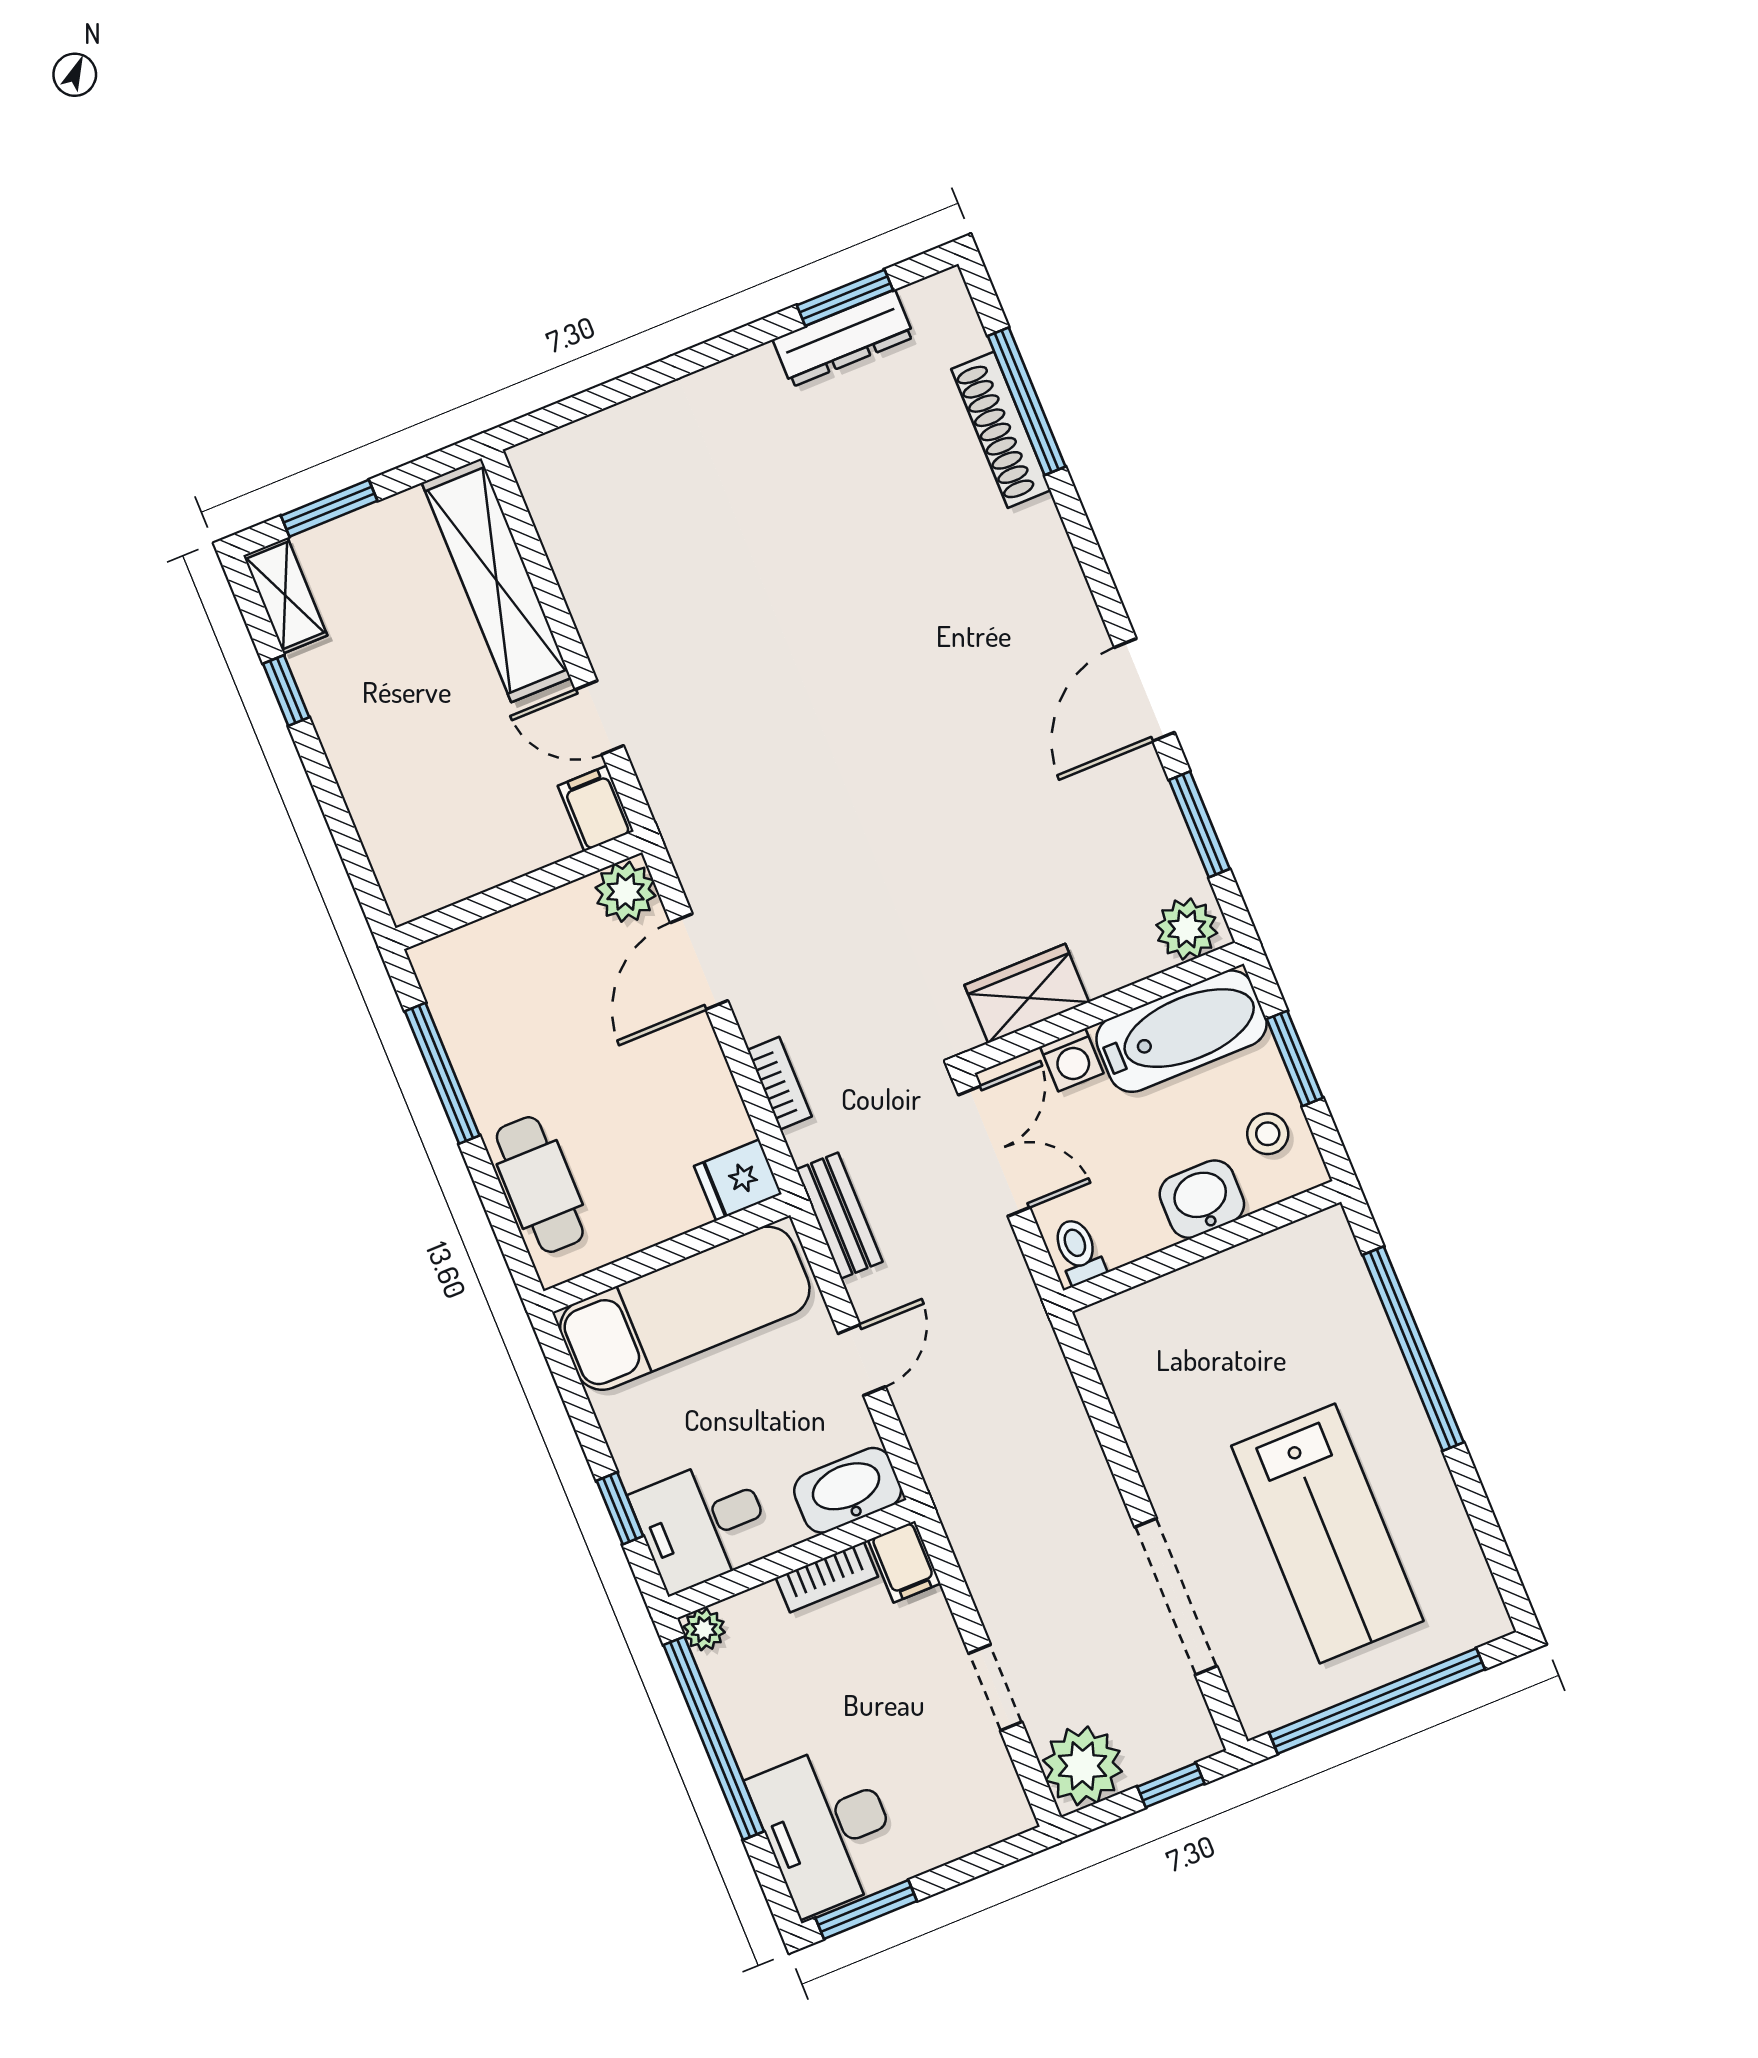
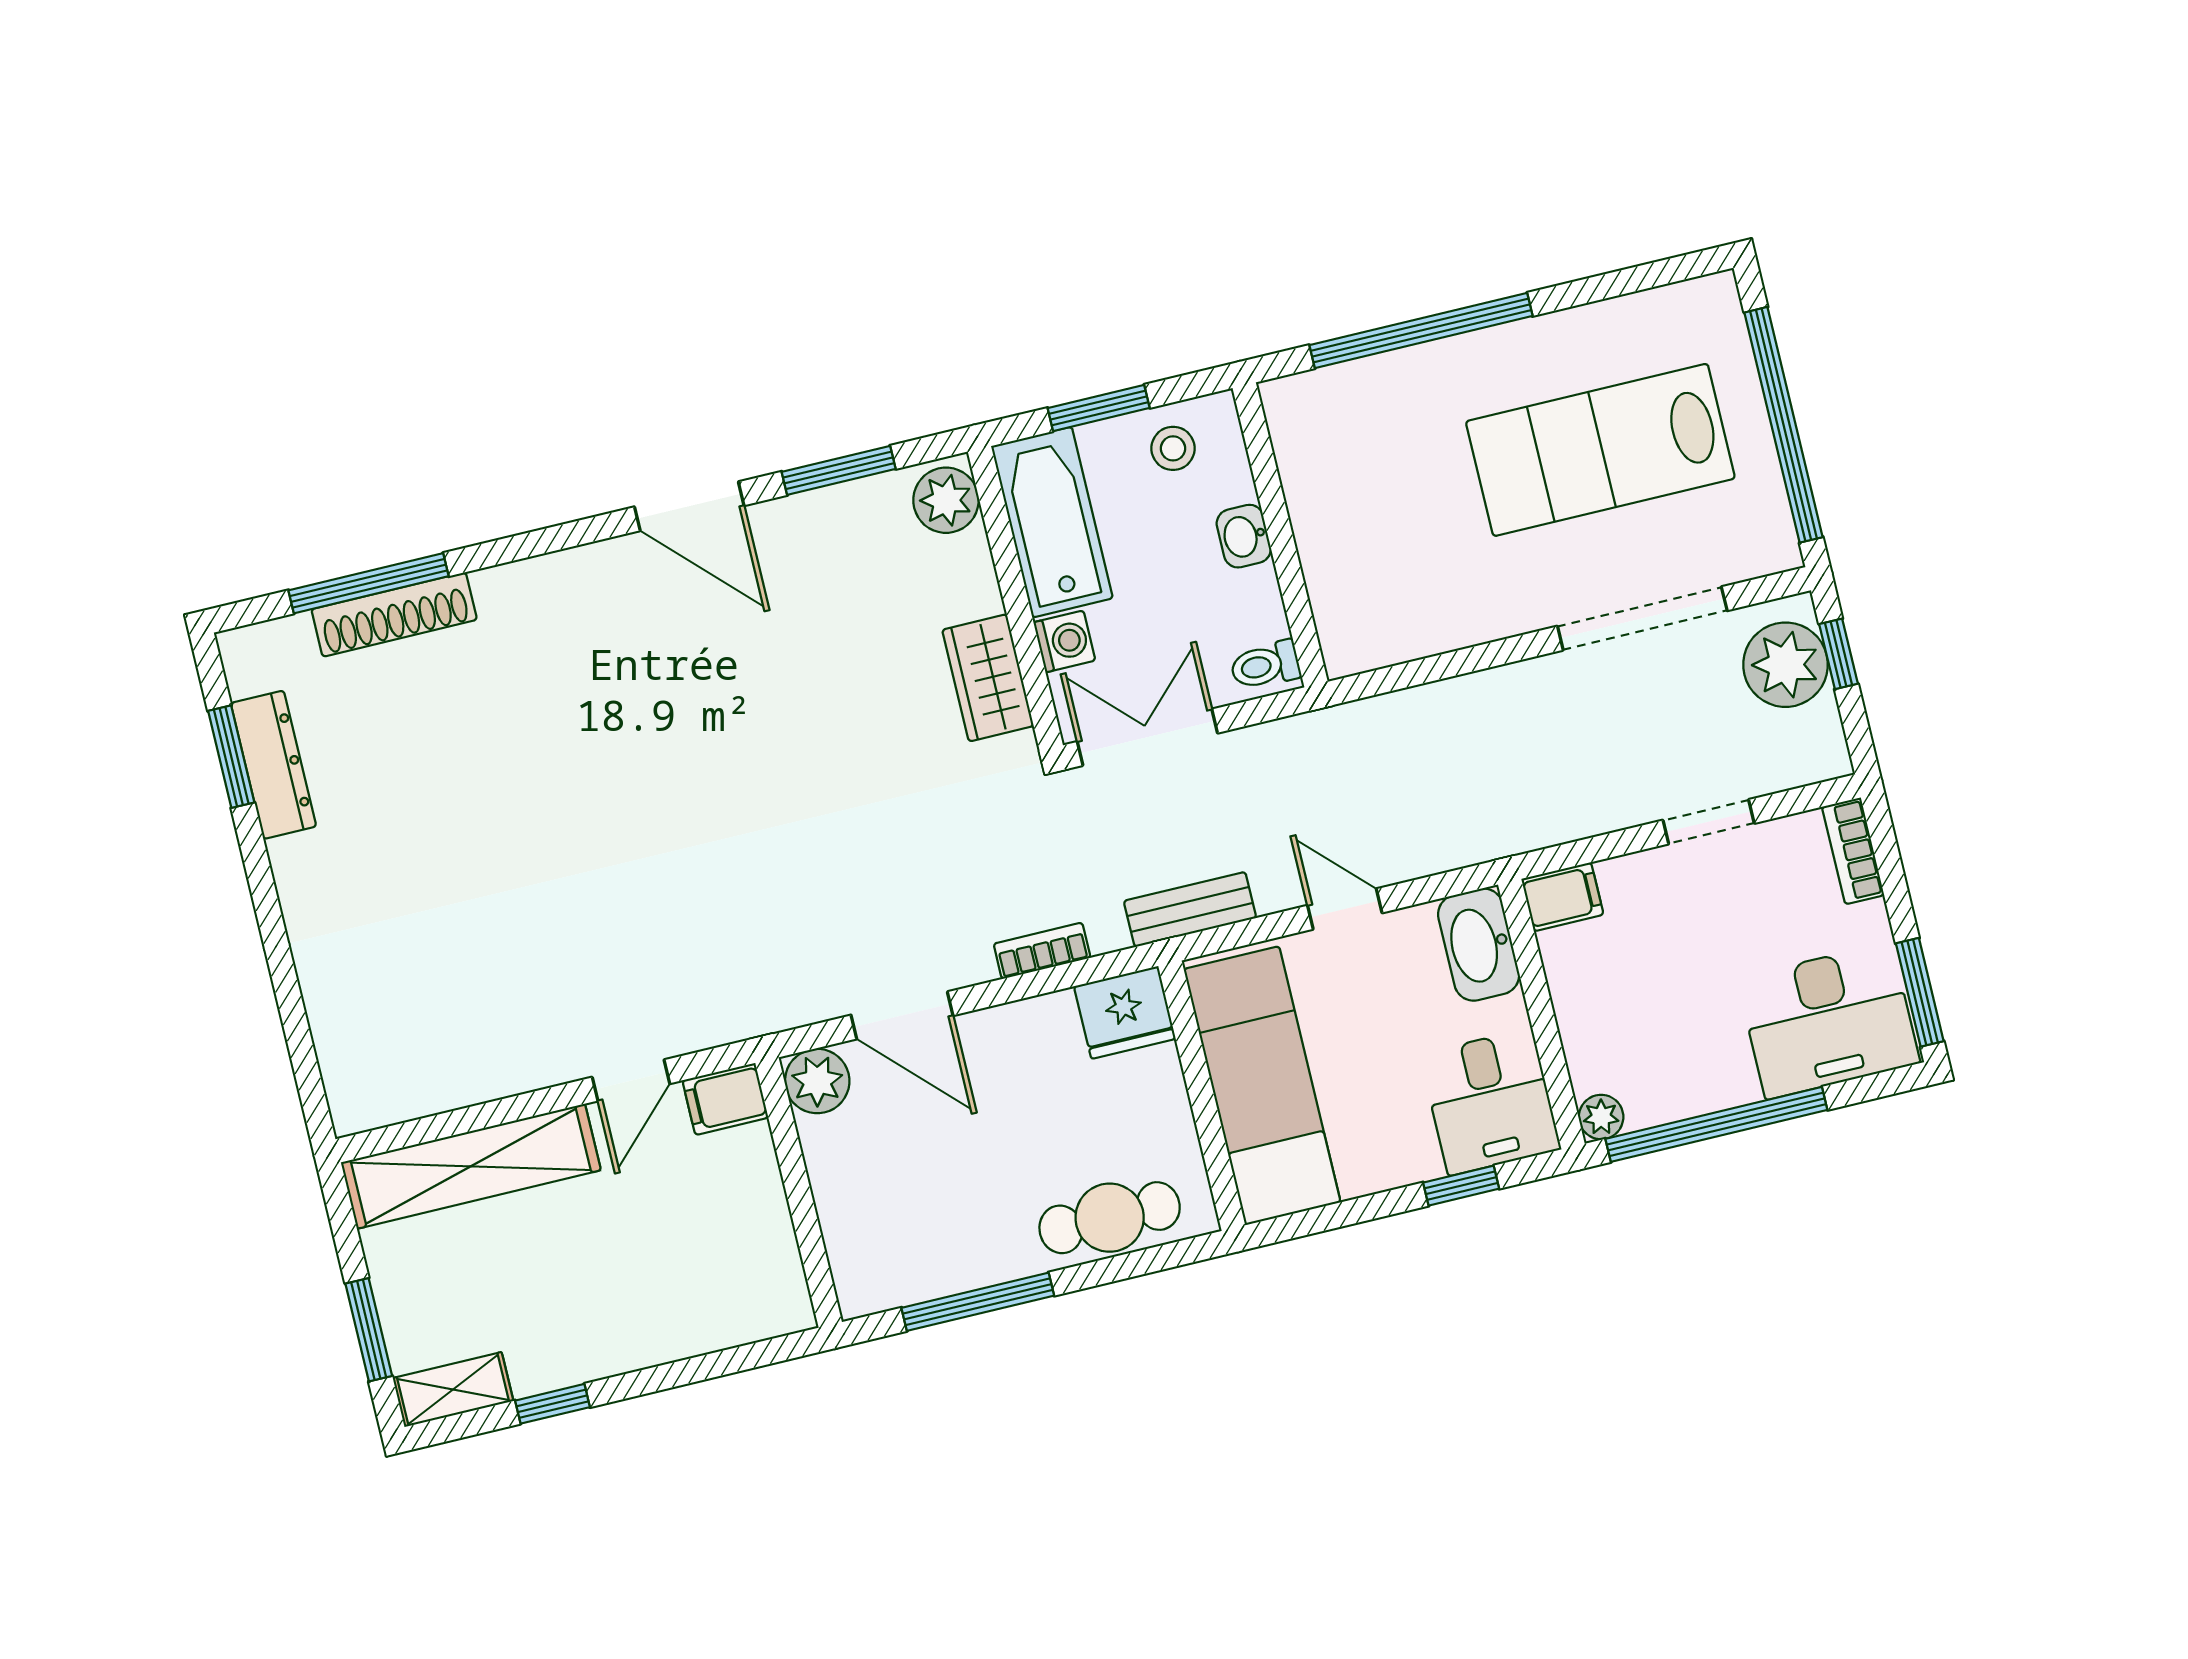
fridge: (738, 1180) -> (1125, 1013), width x1.38
washbasin: (1202, 1199) -> (1244, 536), width x0.72, depth x0.69
lab bench: (1327, 1533) -> (1600, 450), turned 180
bookcase: (827, 1577) -> (1853, 851), moved, turned 180
plant: (1083, 1766) -> (1785, 665), moved

